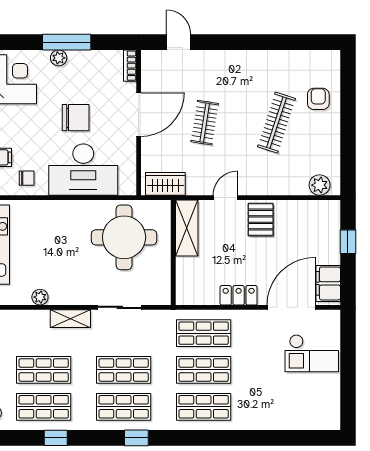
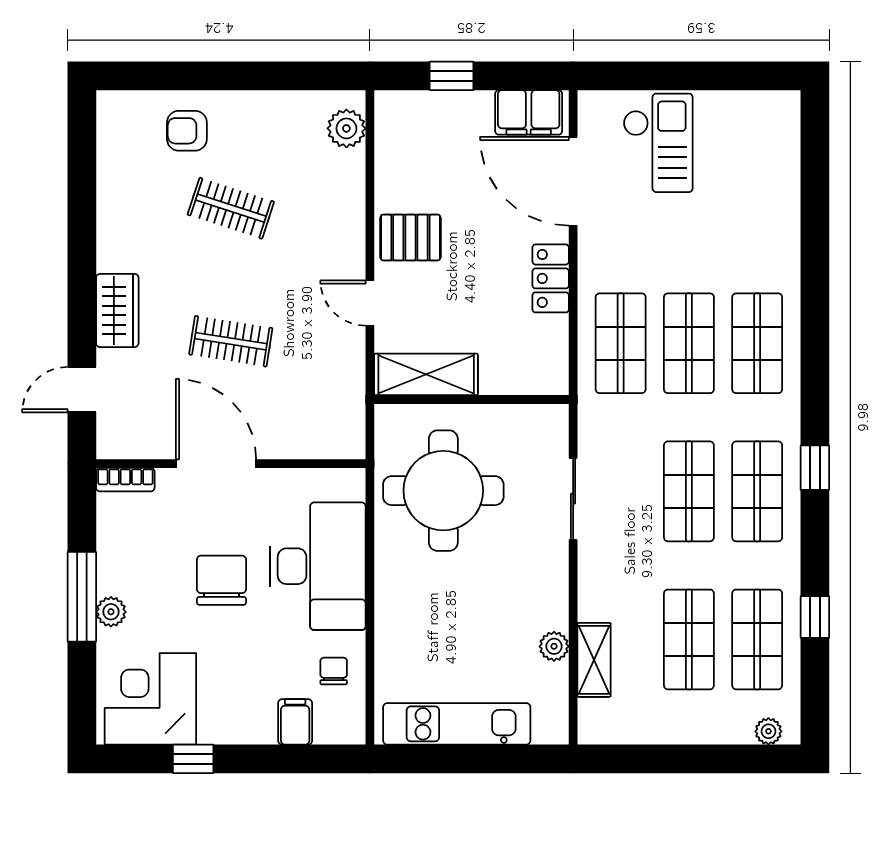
clothes rail: (276, 123) -> (231, 208), width x0.73
wardrobe: (165, 184) -> (117, 310), moved, turned 180
shelving: (70, 319) -> (594, 660), moved

